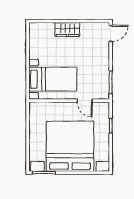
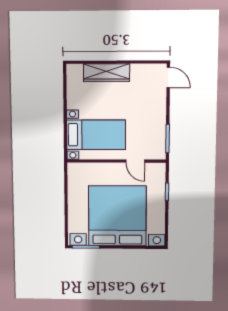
wardrobe: (67, 29) -> (106, 73), width x1.50
door: (111, 33) -> (168, 77), hinge flipped

